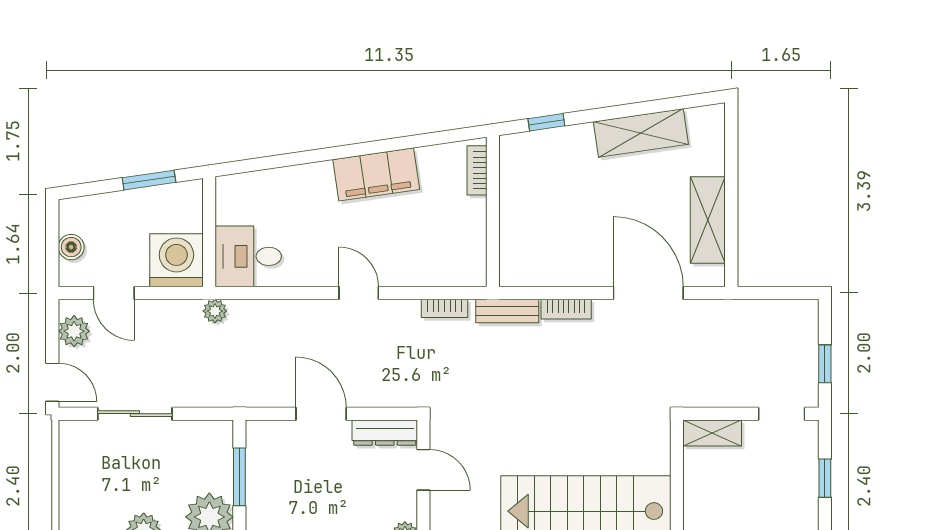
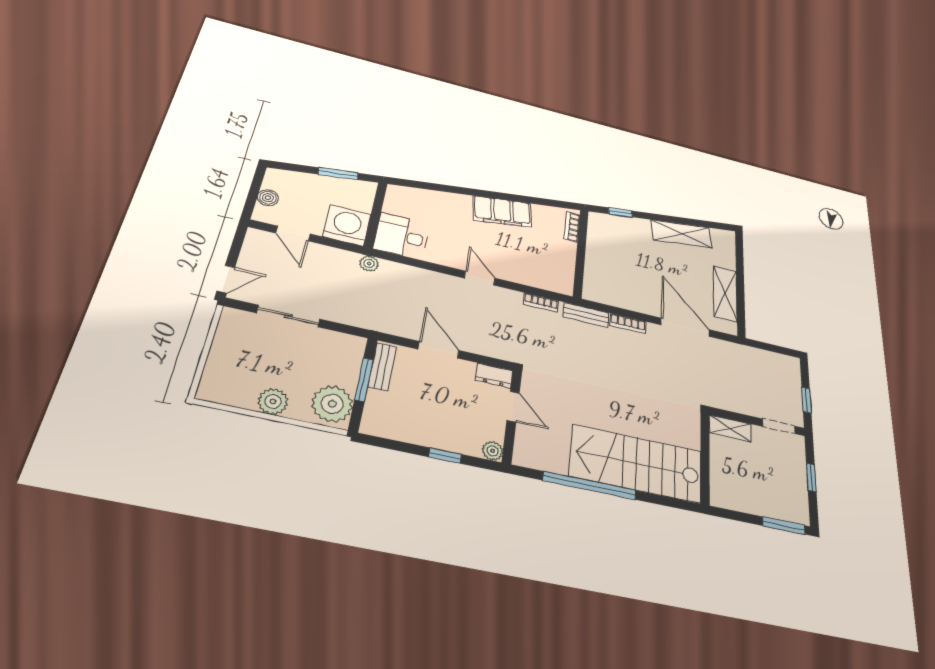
plant: (74, 331) -> (254, 250), removed
door: (52, 382) -> (226, 279), hinge flipped
dresser: (385, 433) -> (494, 376), width x0.70
bench: (257, 454) -> (382, 367), added

